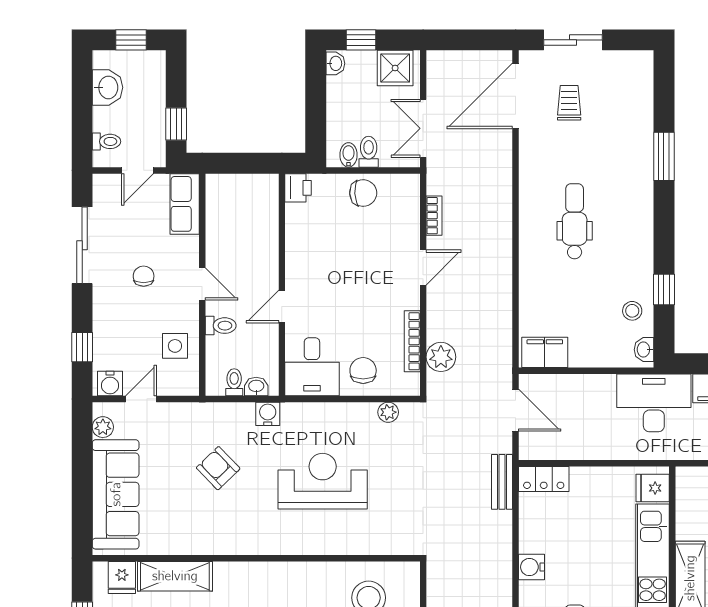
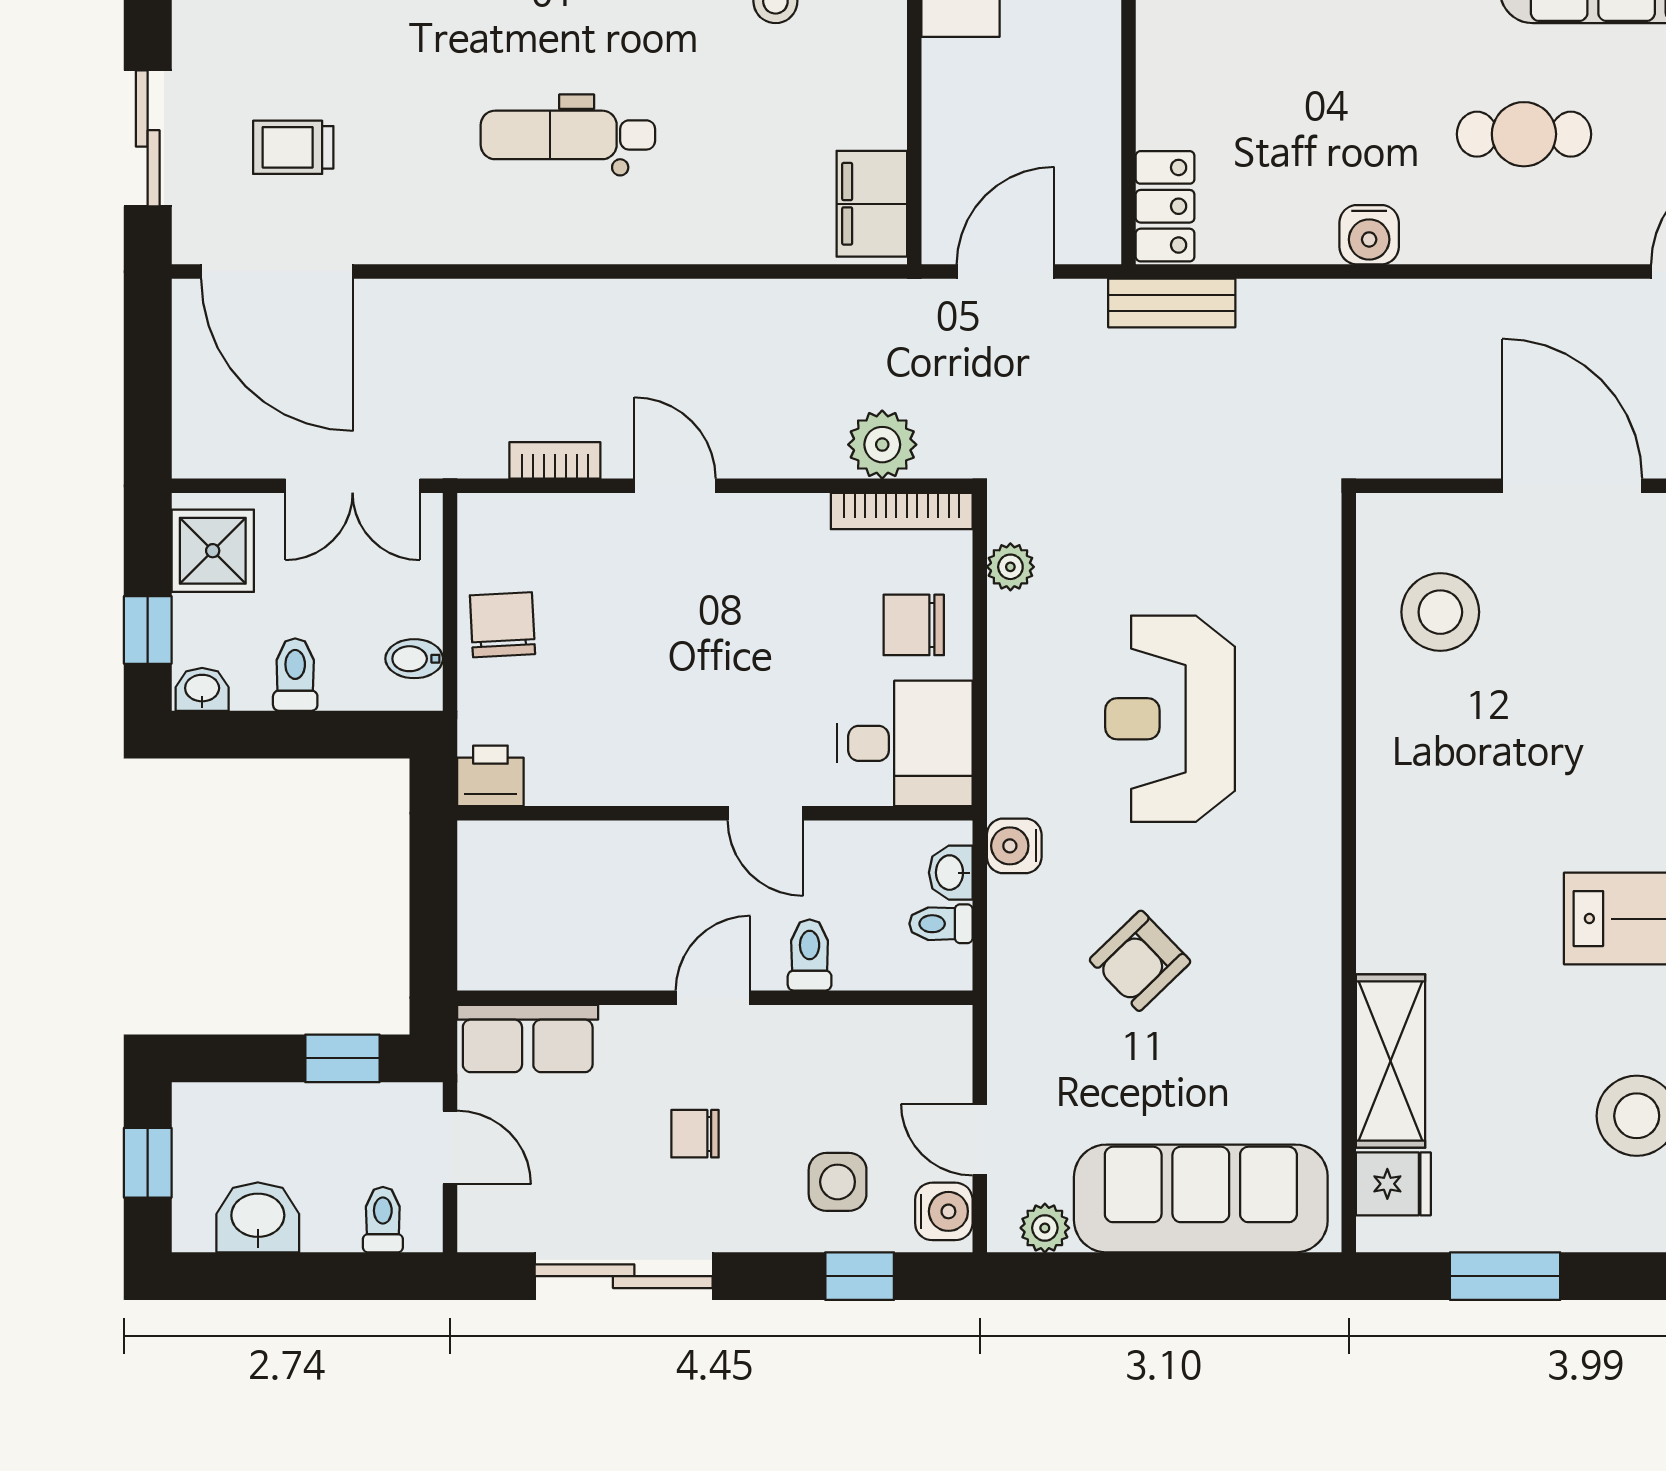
toilet: (369, 152) -> (295, 675), moved, turned 90
bookcase: (412, 341) -> (902, 511), moved
side table: (175, 346) -> (838, 1182), moved

